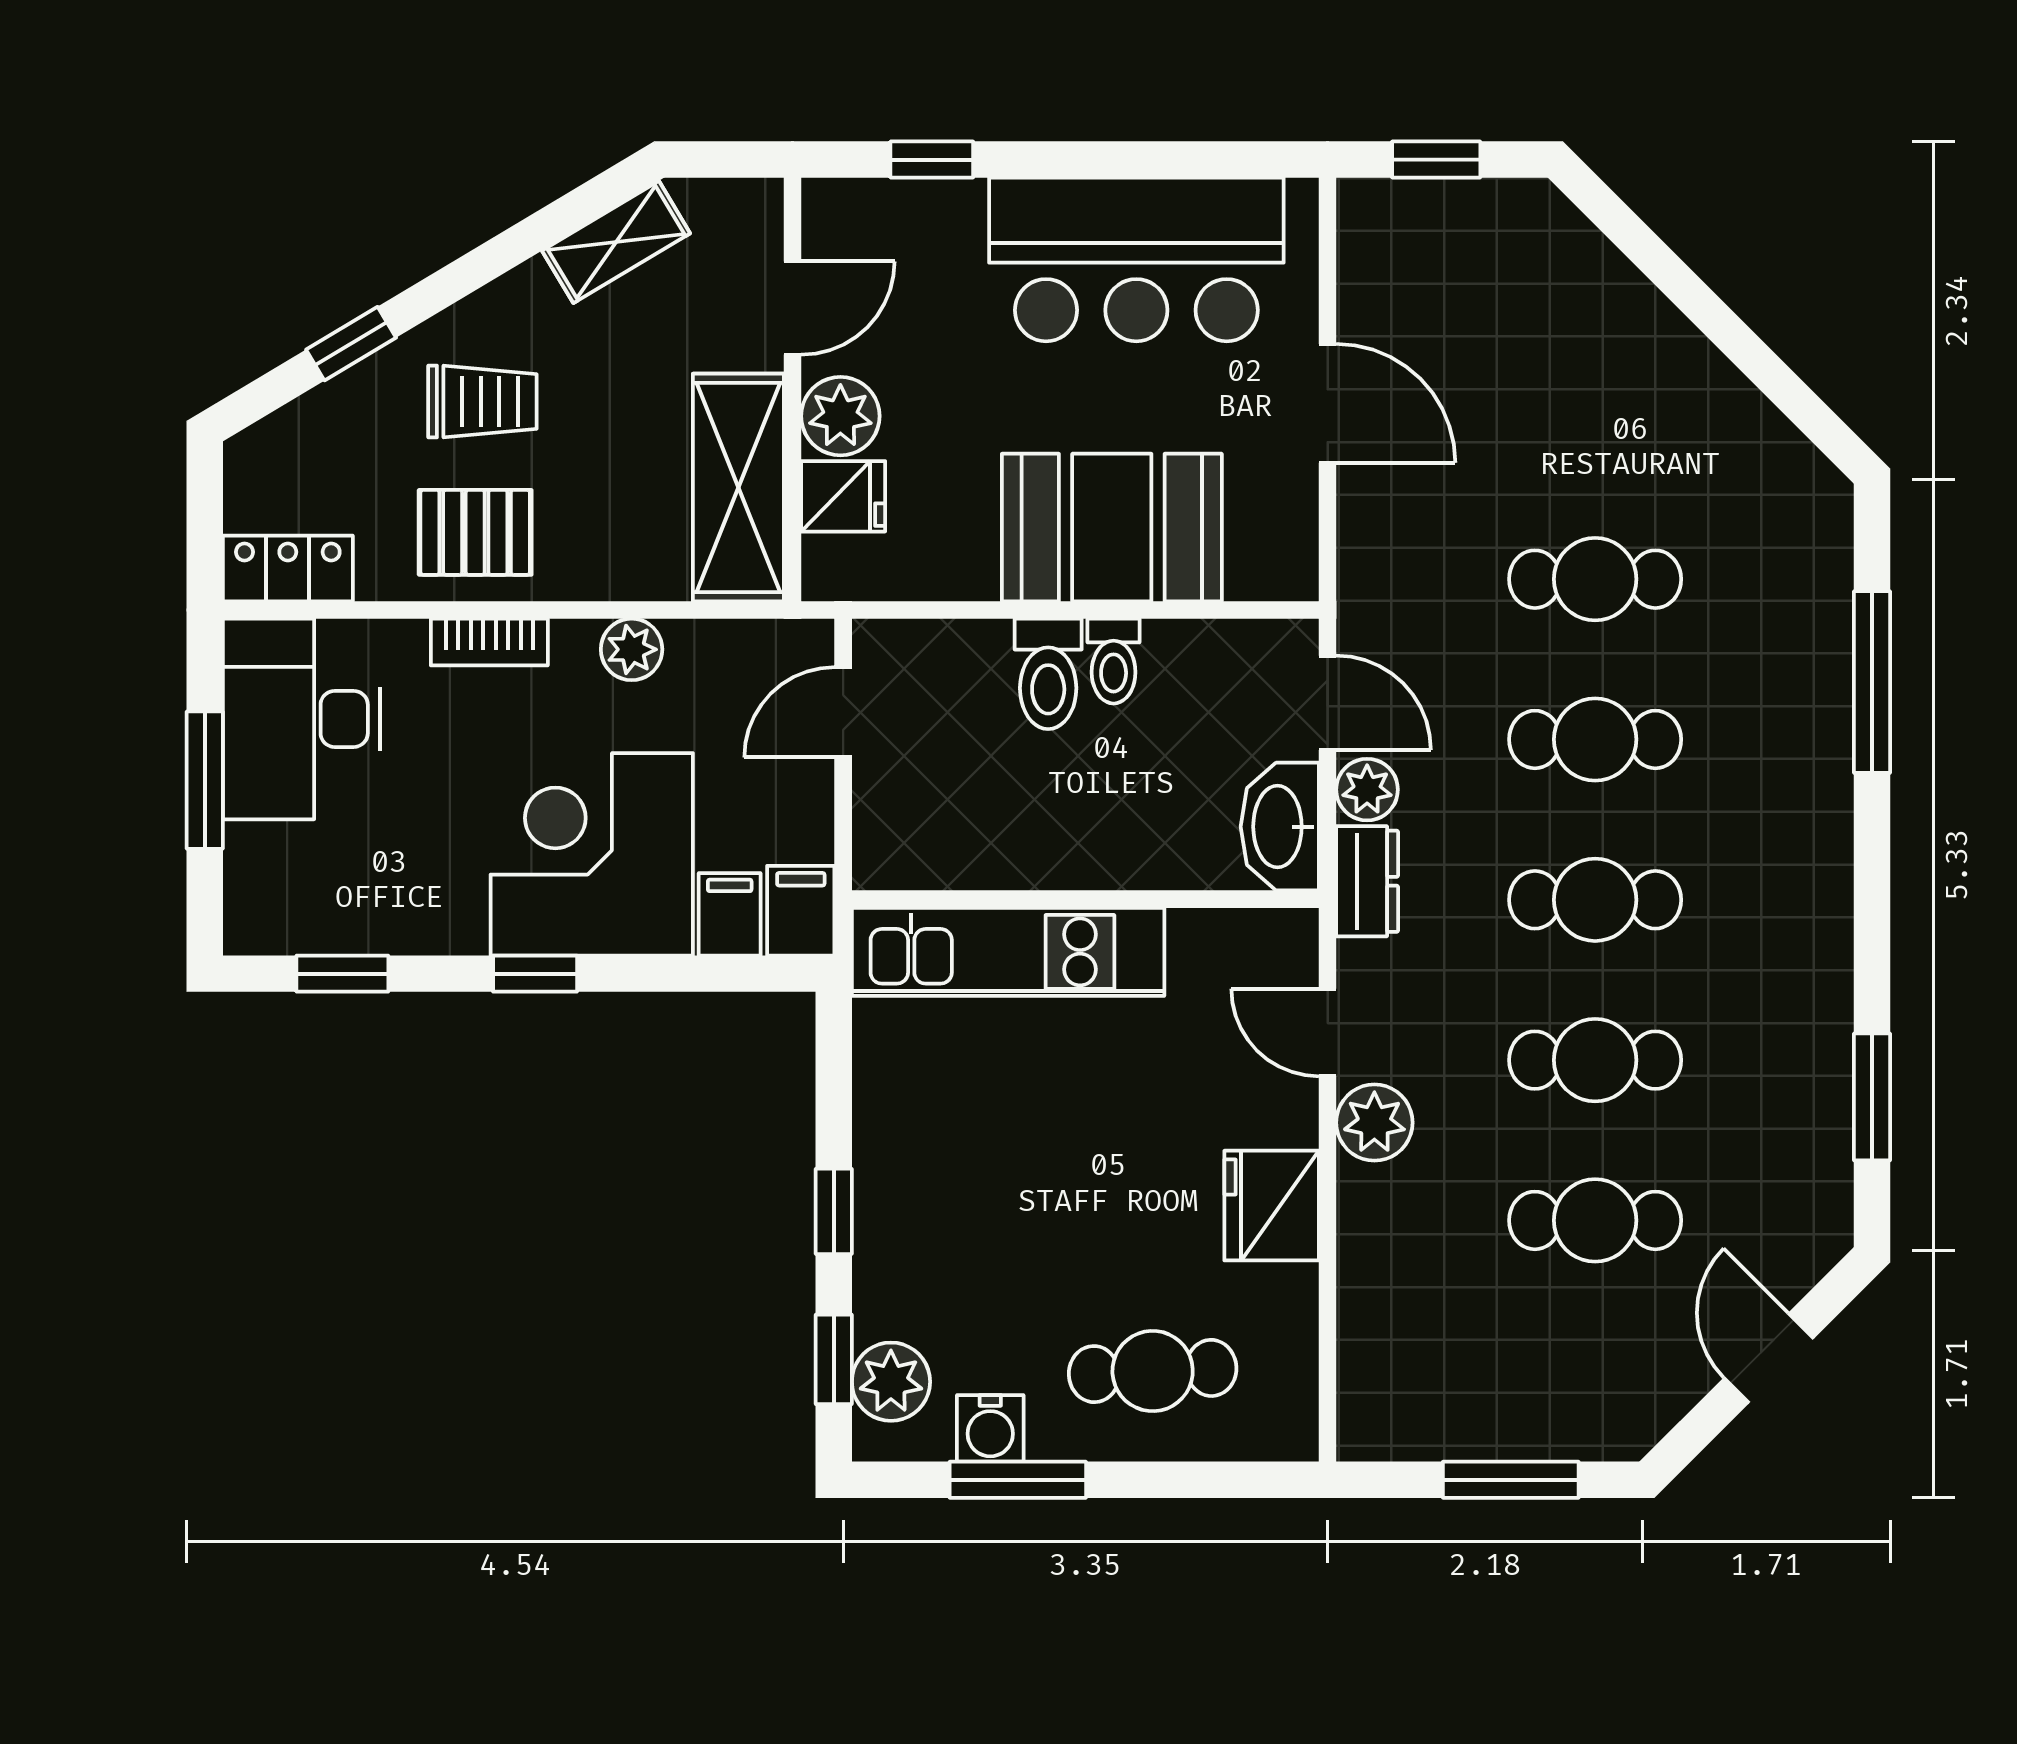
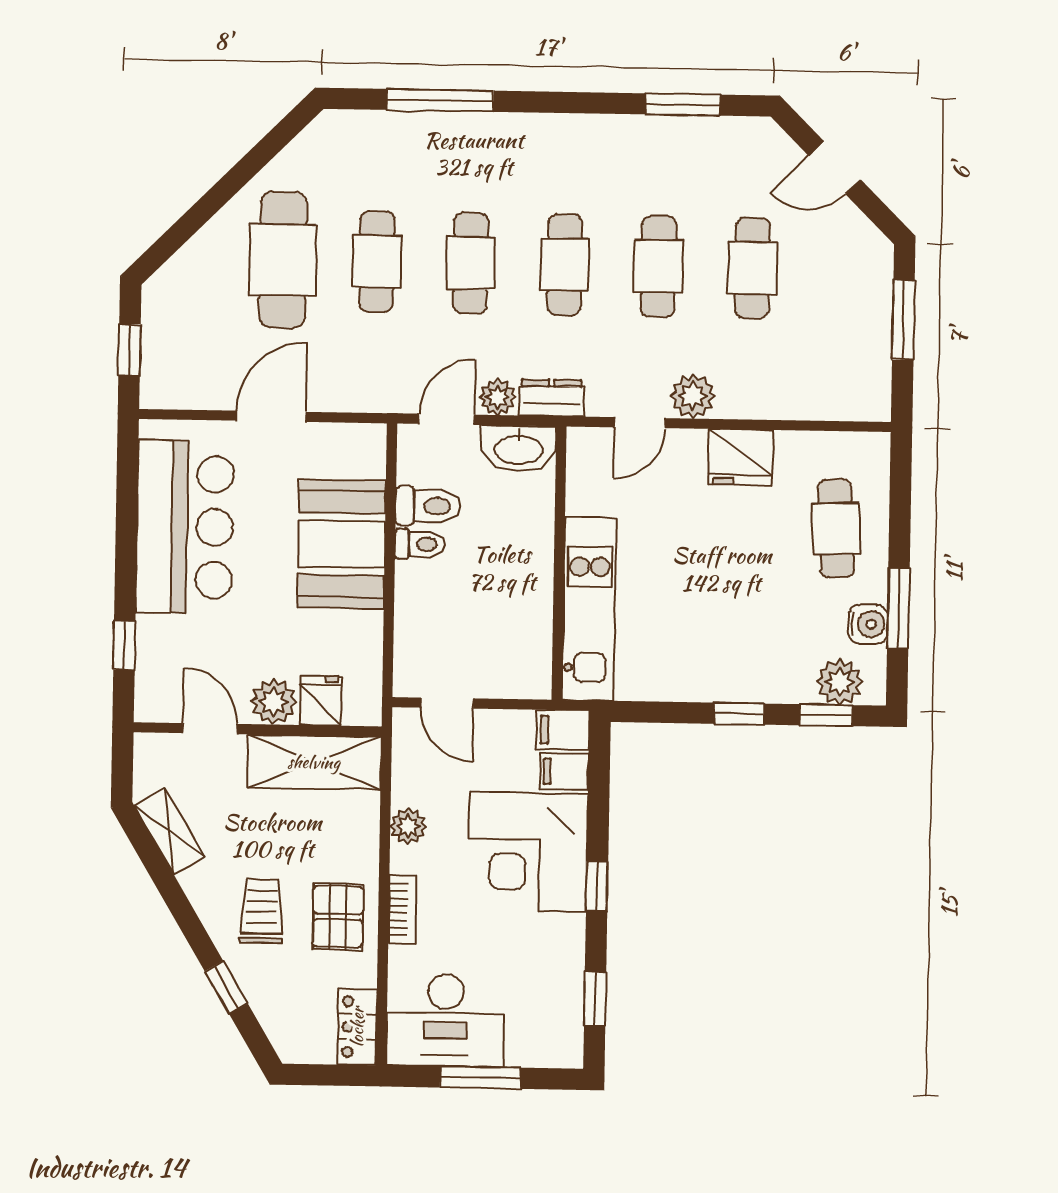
cafe table: (1595, 419) -> (283, 260), added
toilet: (1048, 674) -> (428, 506), moved

